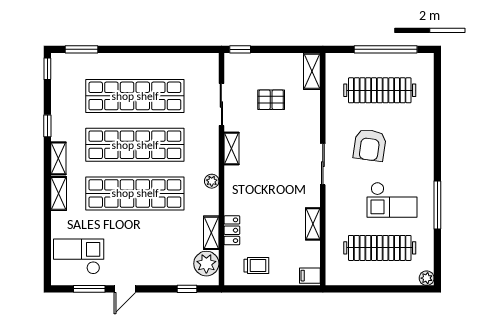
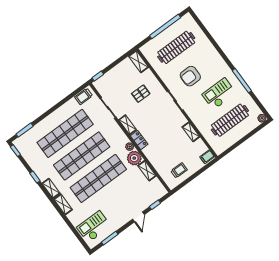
trolley: (199, 63) -> (84, 96), added
pallet: (271, 100) -> (141, 94), moved
armchair: (370, 145) -> (190, 76), turned 82
checkout: (392, 200) -> (219, 94), turned 180
locker: (232, 230) -> (139, 140), moved
plant: (206, 264) -> (134, 158), moved
door: (125, 289) -> (138, 217), moved

